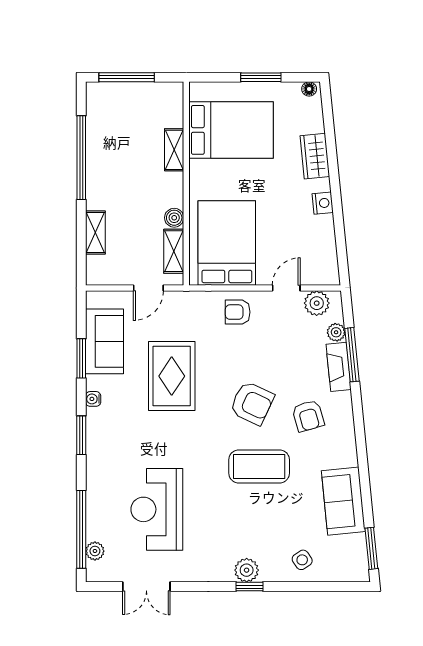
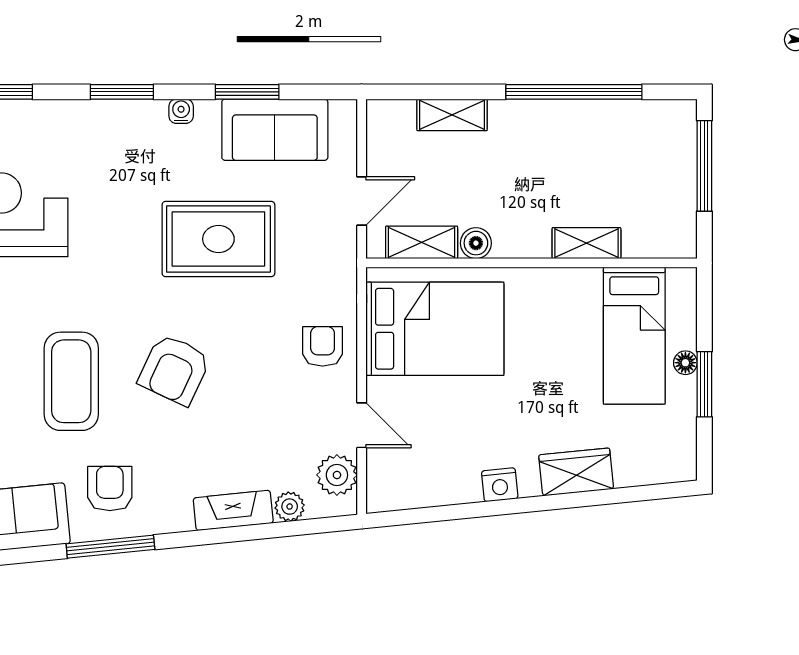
floor lamp: (309, 89) -> (685, 363), moved
bed: (231, 130) -> (634, 336), width x0.67
door: (148, 288) -> (362, 201), swing flipped
window: (352, 355) -> (110, 547), moved
armchair: (308, 416) -> (110, 489), moved, turned 106

